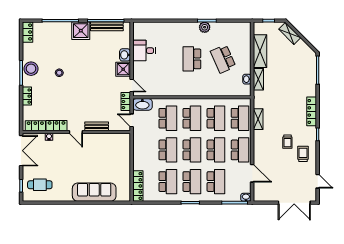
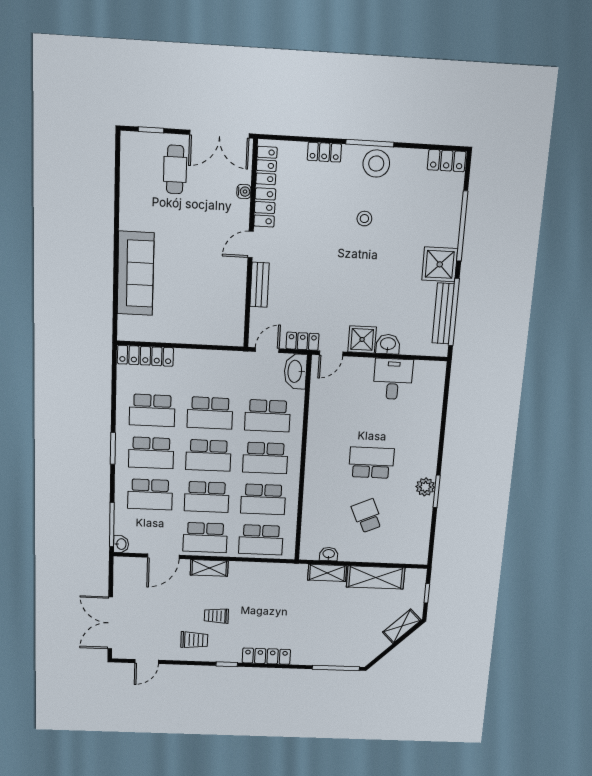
school desk: (223, 59) -> (367, 516), width x0.54
shelving: (258, 119) -> (209, 568), moved
cafe table: (40, 185) -> (175, 169), moved

